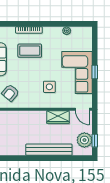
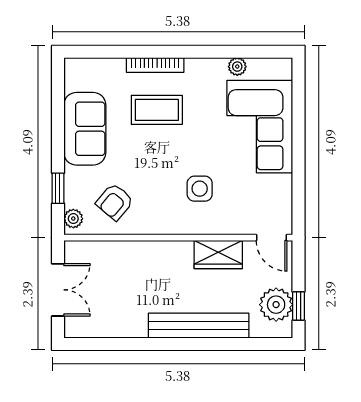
window: (95, 72) -> (299, 156), removed
corner sofa: (77, 73) -> (260, 127), moved

